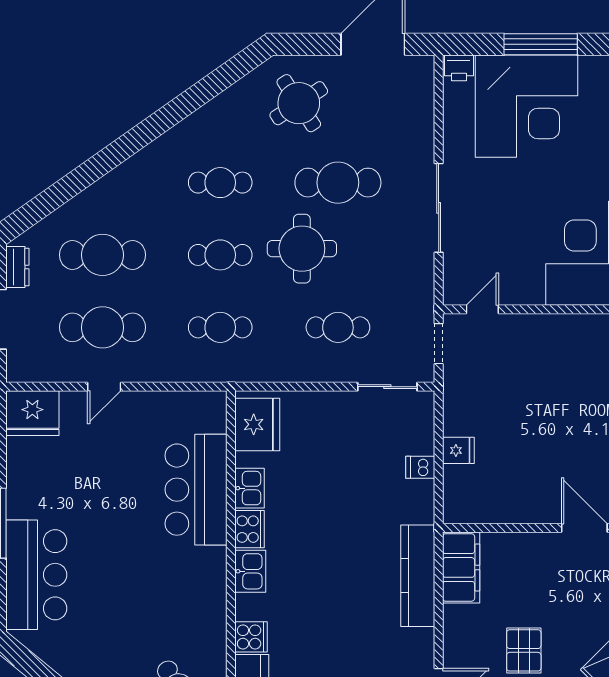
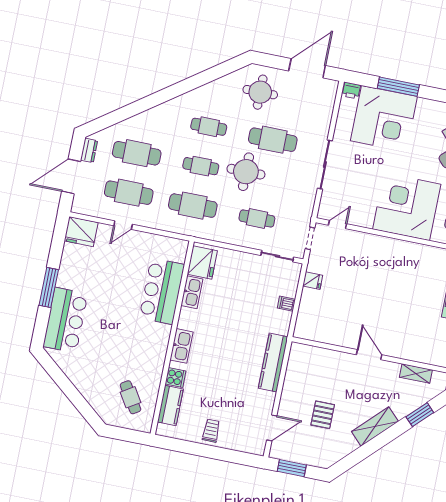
round table: (299, 103) -> (260, 92), turned 33
cafe table: (220, 327) -> (193, 206), width x1.37, depth x1.35
fridge: (458, 450) -> (313, 281), moved
kitchen sink: (249, 488) -> (192, 292), width x1.38
cooker: (249, 529) -> (187, 319), removed
filing cabinet: (461, 567) -> (298, 363), removed
kitchen sink: (250, 571) -> (181, 346), width x1.38

